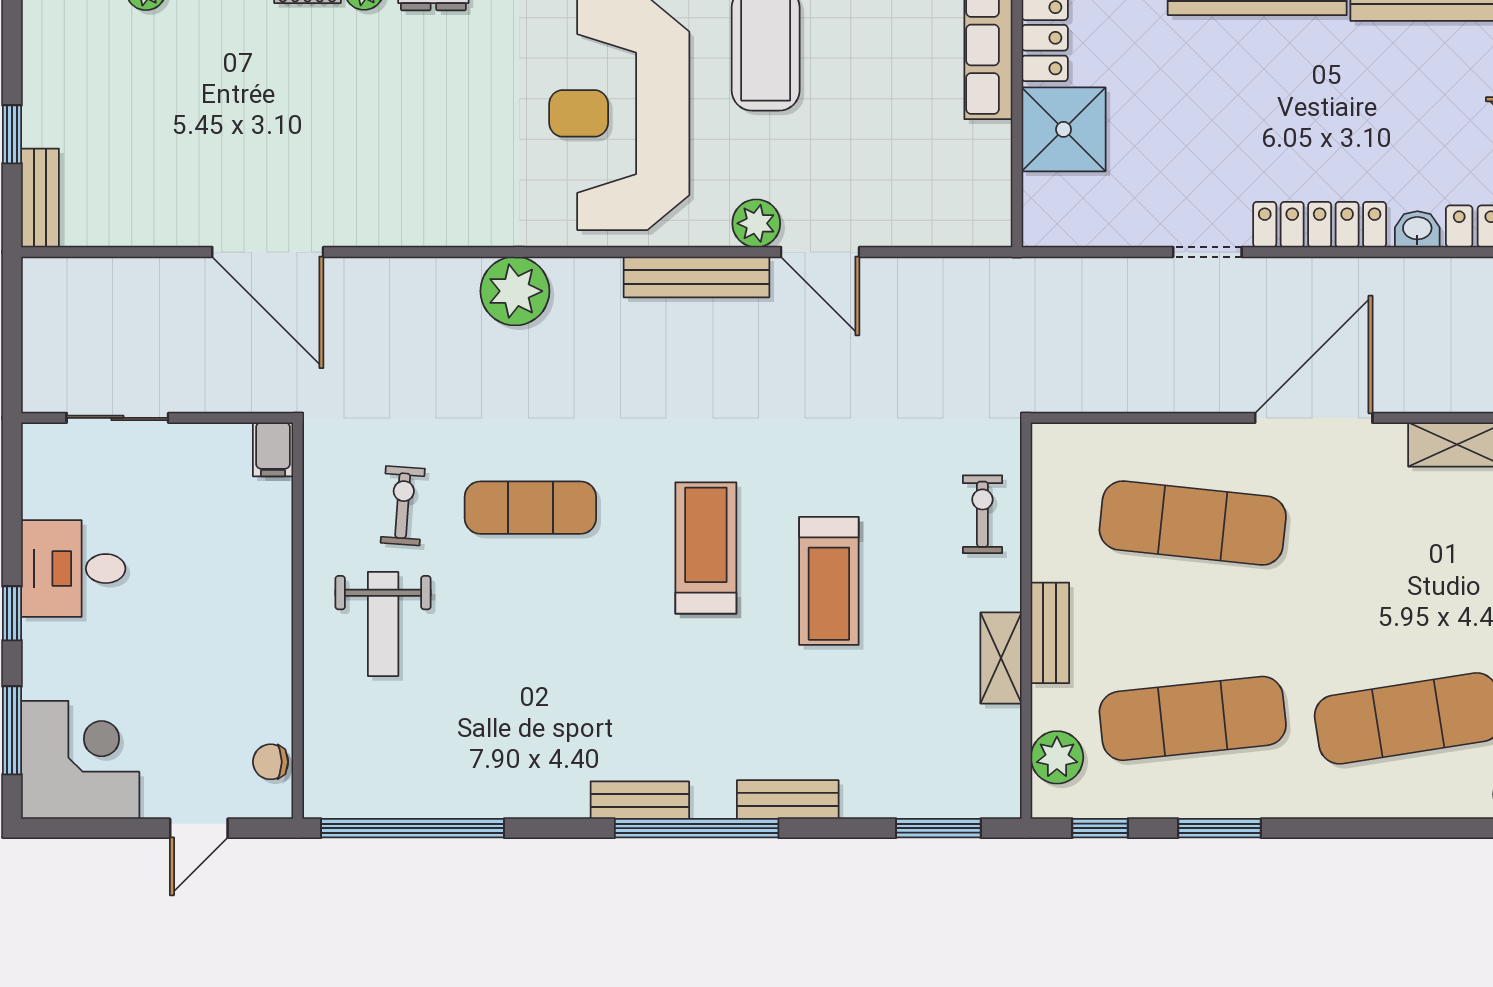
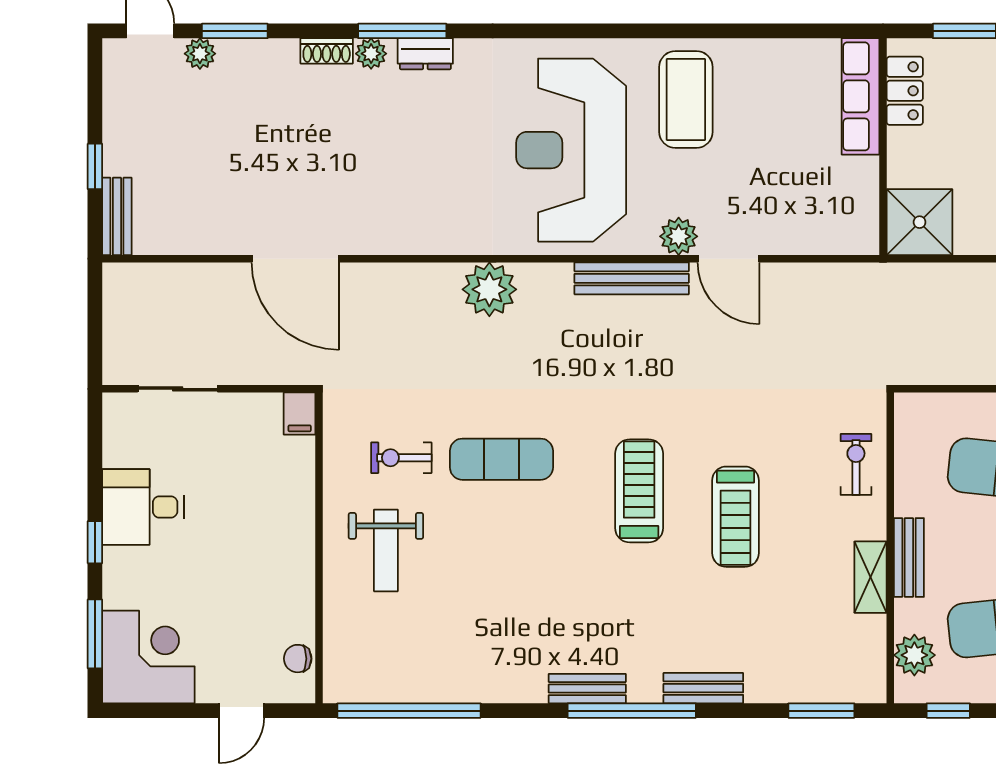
shower: (1064, 129) -> (920, 222), moved
exercise bike: (403, 506) -> (401, 458), turned -94

